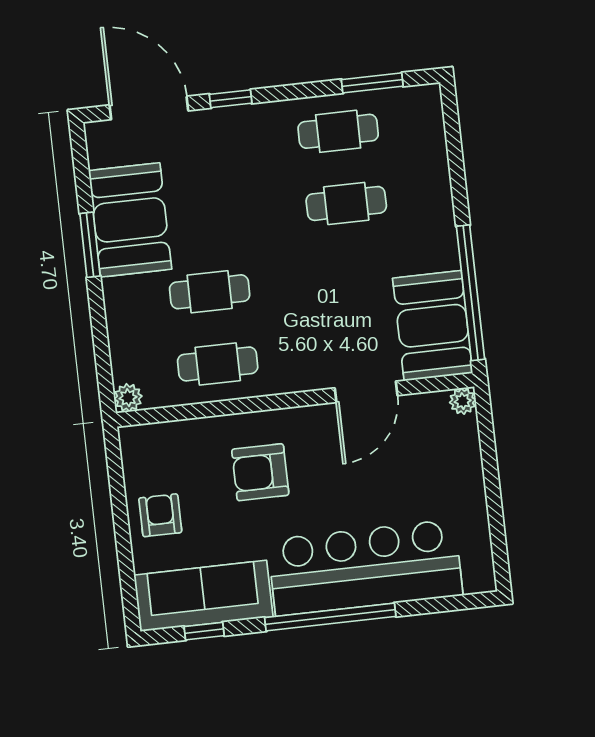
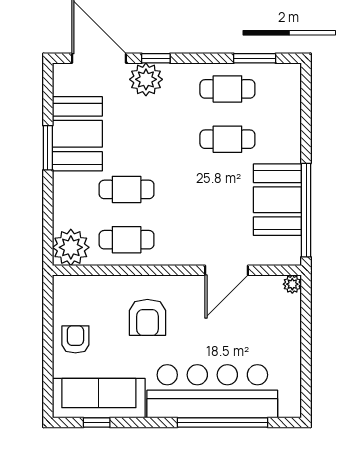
plant: (220, 131) -> (146, 79), added
booth: (433, 326) -> (277, 200), moved
plant: (128, 398) -> (71, 247), width x1.88, depth x1.88
armchair: (260, 472) -> (147, 317), turned -90
window: (330, 617) -> (223, 422), moved

